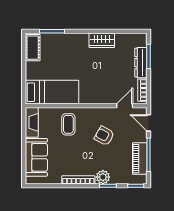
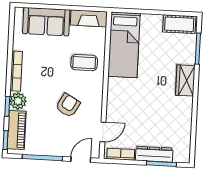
wardrobe: (102, 40) -> (185, 80), moved
door: (125, 106) -> (103, 132), hinge flipped
piano: (140, 159) -> (17, 130), moved, turned 90

